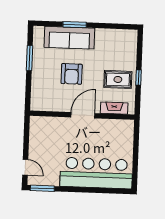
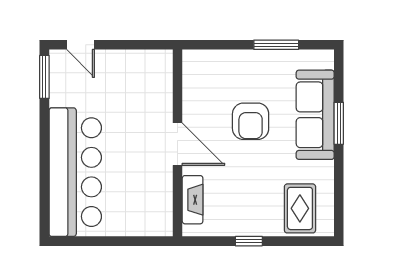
armchair: (72, 74) -> (251, 121), turned -90
rug: (118, 79) -> (300, 208), moved
door: (25, 167) -> (81, 45), hinge flipped

